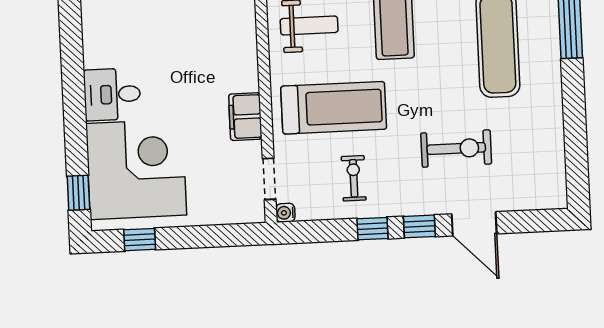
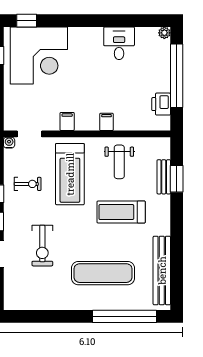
filing cabinet: (243, 50) -> (106, 122), added
desk: (112, 94) -> (119, 43), moved
filing cabinet: (245, 117) -> (67, 121), width x0.50

